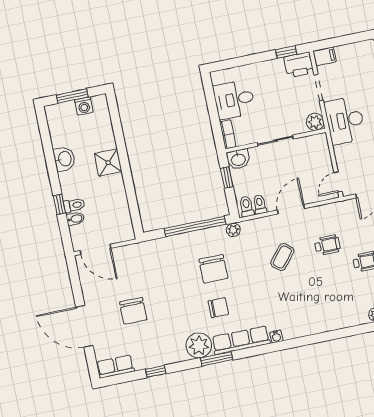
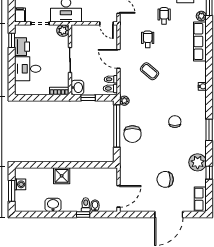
printer: (299, 65) -> (22, 47), moved
desk: (234, 99) -> (28, 69), moved, turned 90
chair: (213, 269) -> (132, 134), moved, turned 90
chair: (133, 311) -> (165, 179), turned 180
row of seats: (241, 340) -> (200, 41), moved
plant: (199, 345) -> (198, 162), moved

